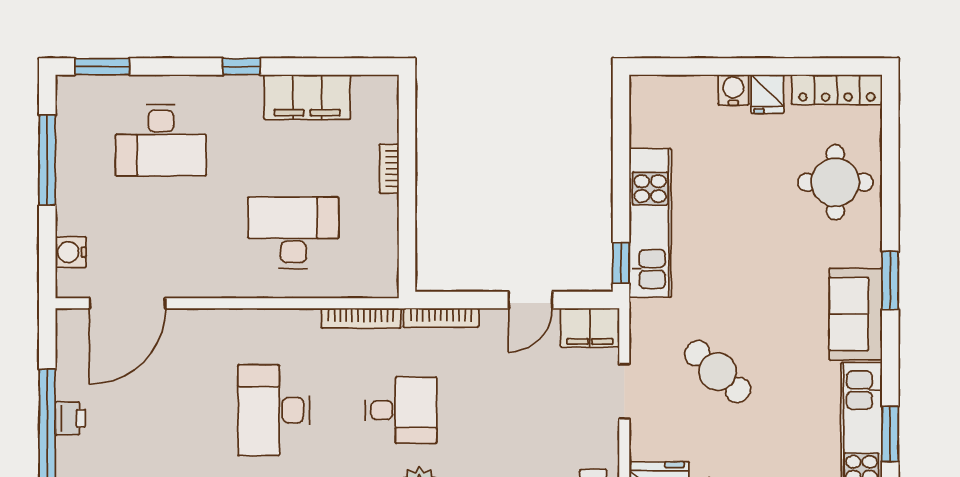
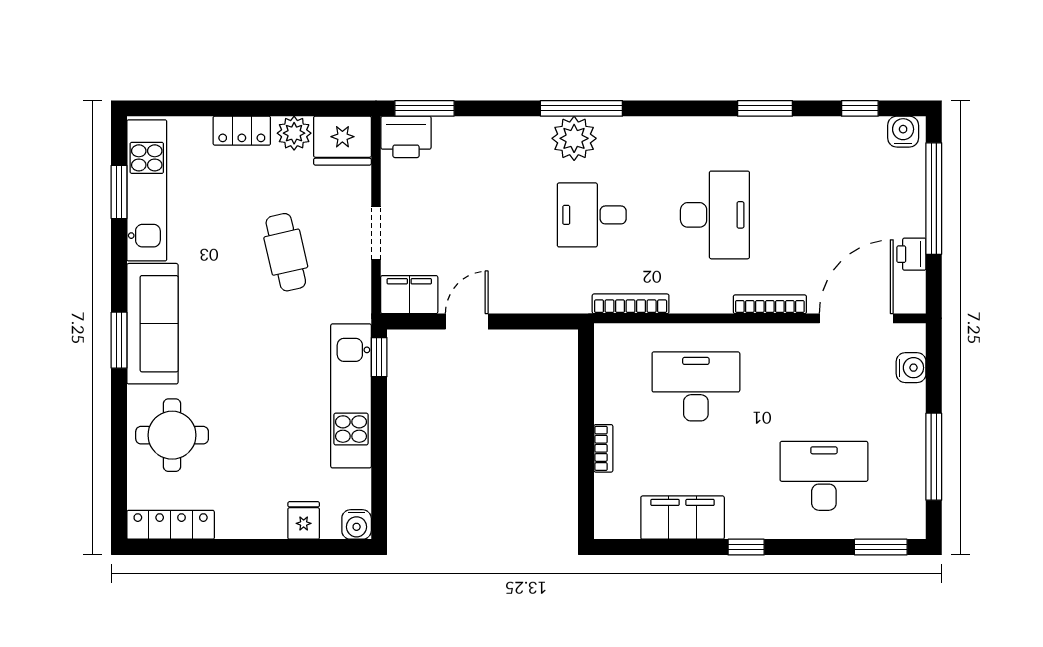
water cooler: (733, 90) -> (357, 524), moved
fridge: (767, 94) -> (304, 520), moved
desk: (293, 233) -> (696, 386), turned 180
sofa: (856, 314) -> (152, 324), width x1.36
bookcase: (441, 318) -> (770, 304), moved
cafe table: (718, 372) -> (286, 252), turned 35
printer: (70, 418) -> (911, 254), moved

